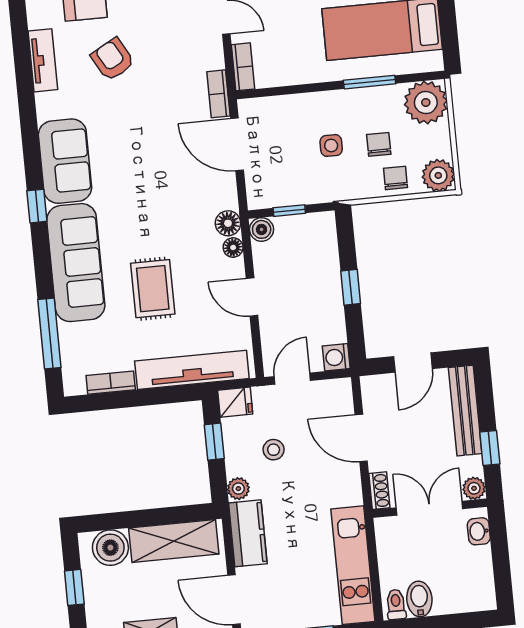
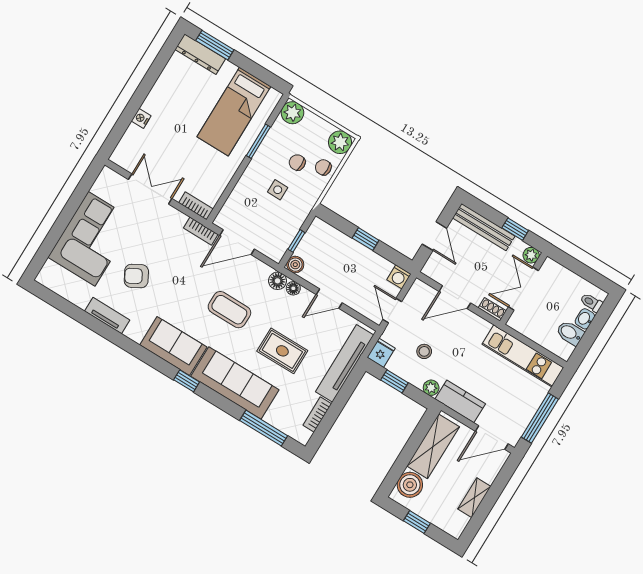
plant: (426, 102) -> (292, 113), width x0.73, depth x0.73
coffee table: (154, 194) -> (229, 310), added
washbasin: (479, 531) -> (585, 319), moved, turned 90
toilet: (396, 604) -> (591, 303), moved

